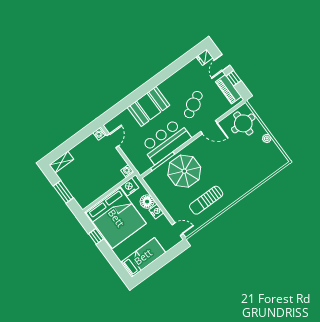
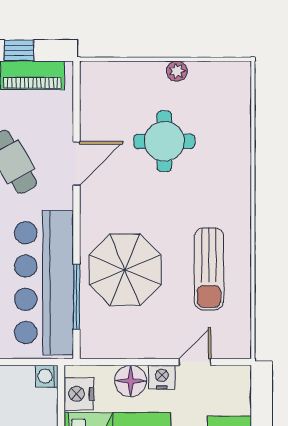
round table: (243, 123) -> (164, 141), moved
bar counter: (166, 141) -> (44, 283), width x1.36
door: (178, 229) -> (195, 362), moved

